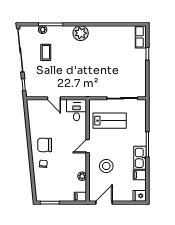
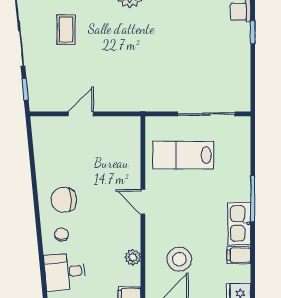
door: (54, 98) -> (81, 114), swing flipped
desk: (77, 110) -> (65, 272), moved, turned -95
lab bench: (110, 121) -> (183, 155), turned 180
door: (88, 146) -> (143, 202), hinge flipped
stool: (106, 166) -> (179, 259), moved

